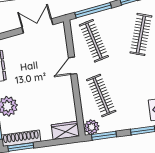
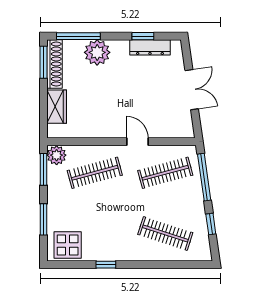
double door: (37, 26) -> (192, 90), moved
wardrobe: (65, 130) -> (57, 107), moved

